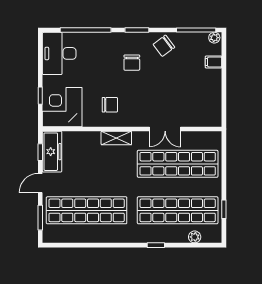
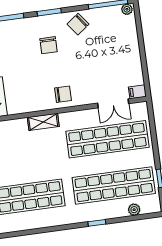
filing cabinet: (214, 62) -> (137, 92), moved
chair: (110, 105) -> (63, 94), moved
double door: (165, 129) -> (113, 103), moved

